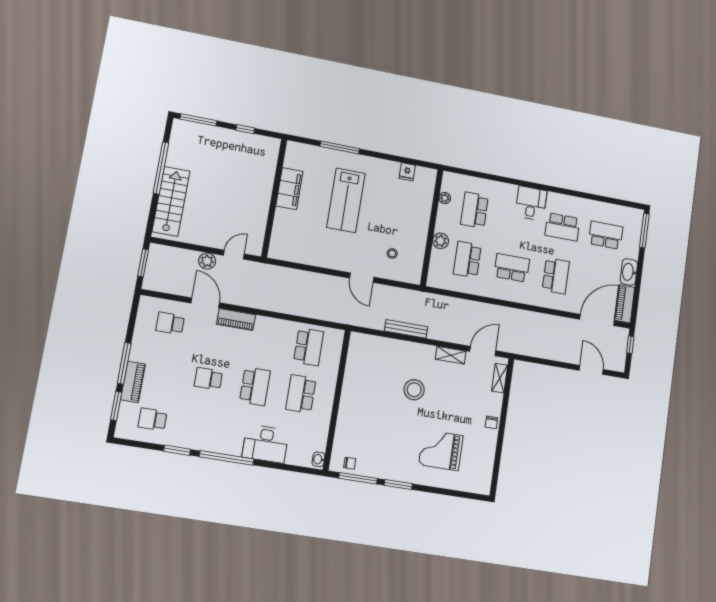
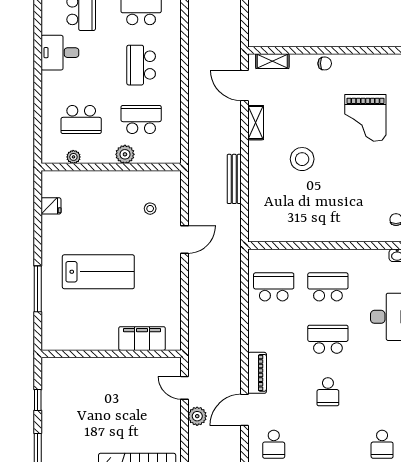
filing cabinet: (289, 189) -> (142, 339), moved
school desk: (467, 260) -> (141, 120), turned 180
school desk: (301, 394) -> (328, 287), turned 180

